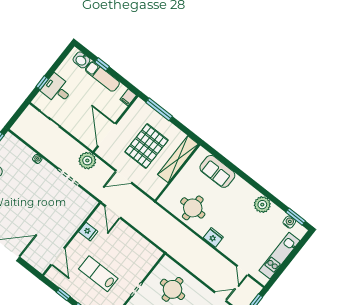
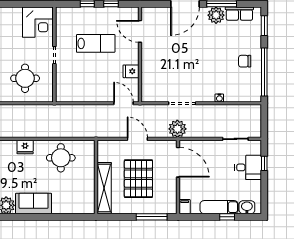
sofa: (217, 171) -> (34, 203), moved
door: (124, 177) -> (137, 139), hinge flipped

